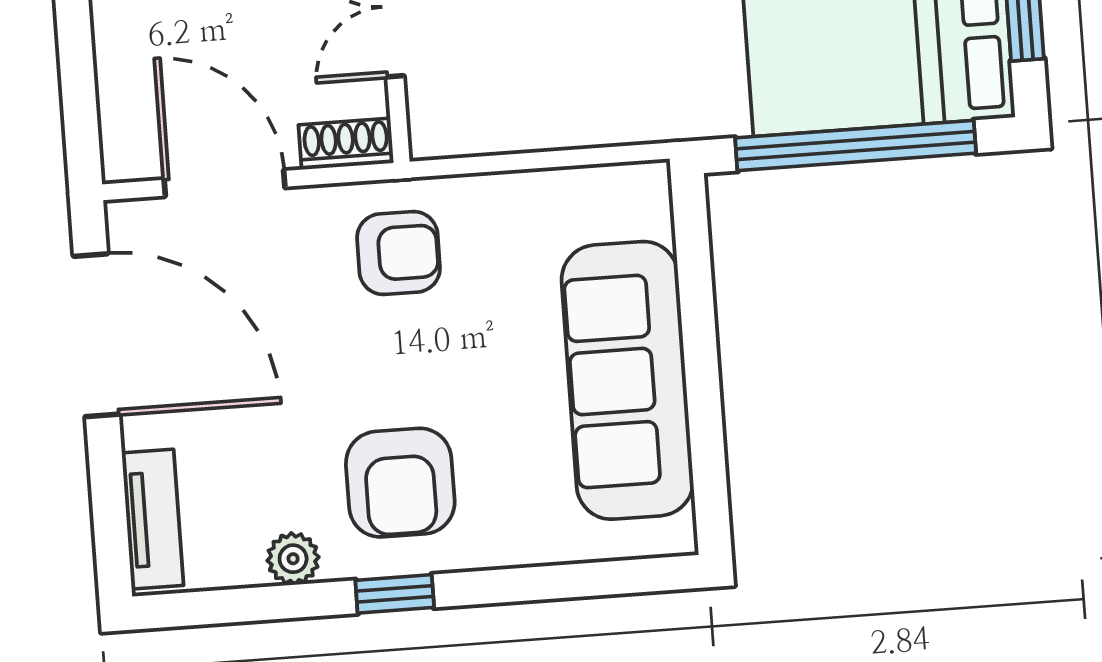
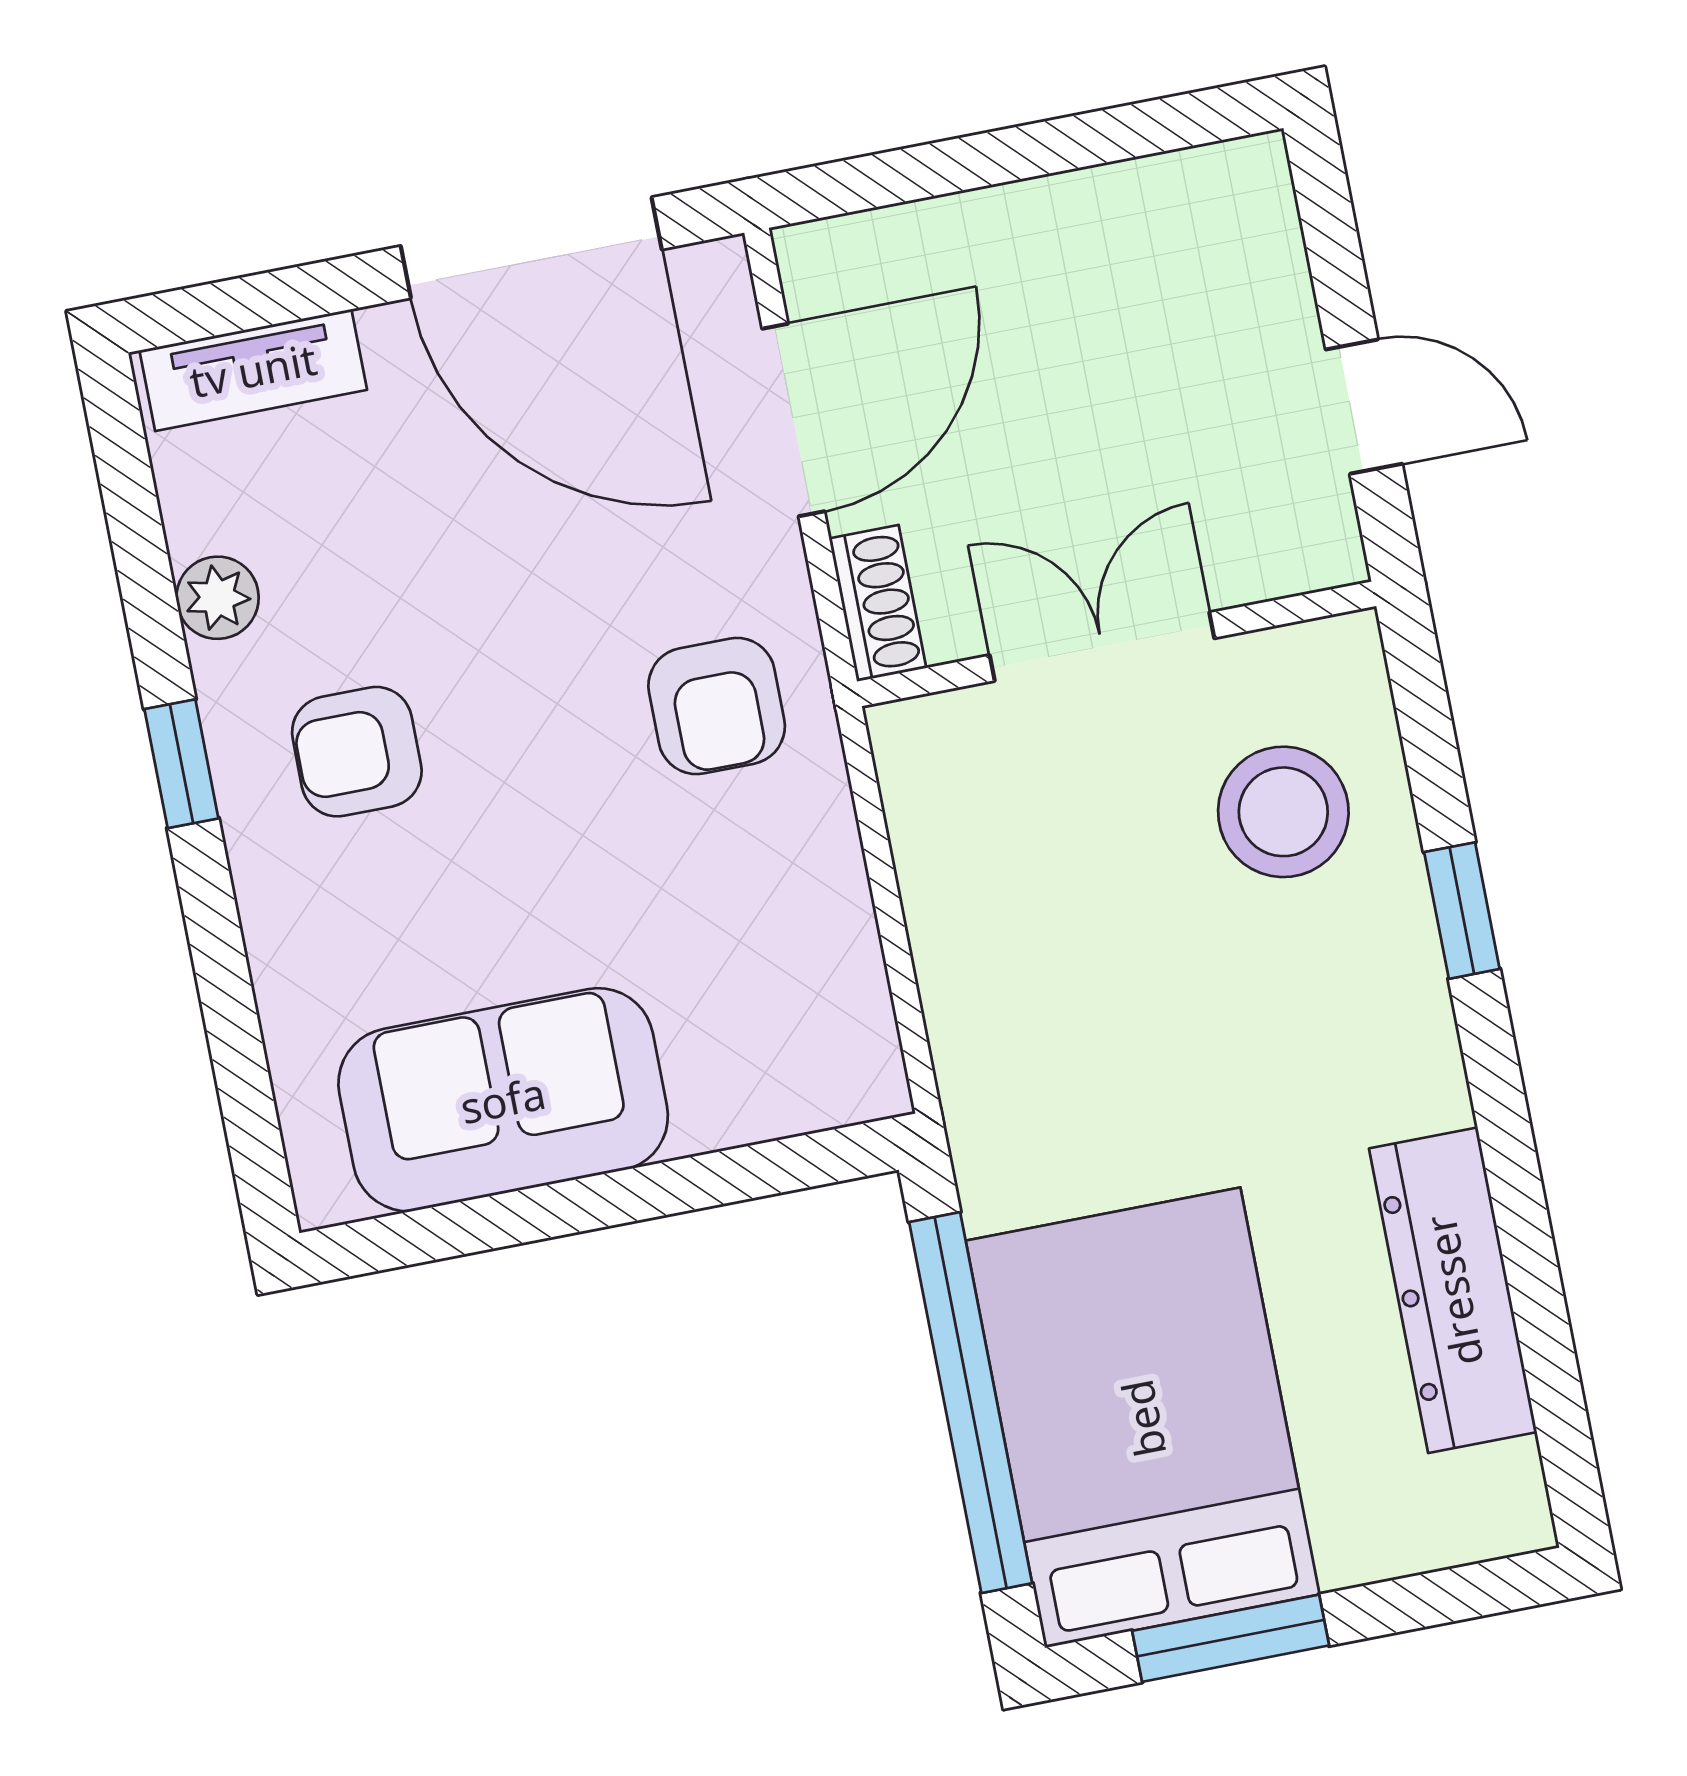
door: (96, 335) -> (531, 248), hinge flipped
sofa: (627, 380) -> (503, 1100), width x0.73
armchair: (400, 483) -> (357, 752), width x0.72, depth x0.72

